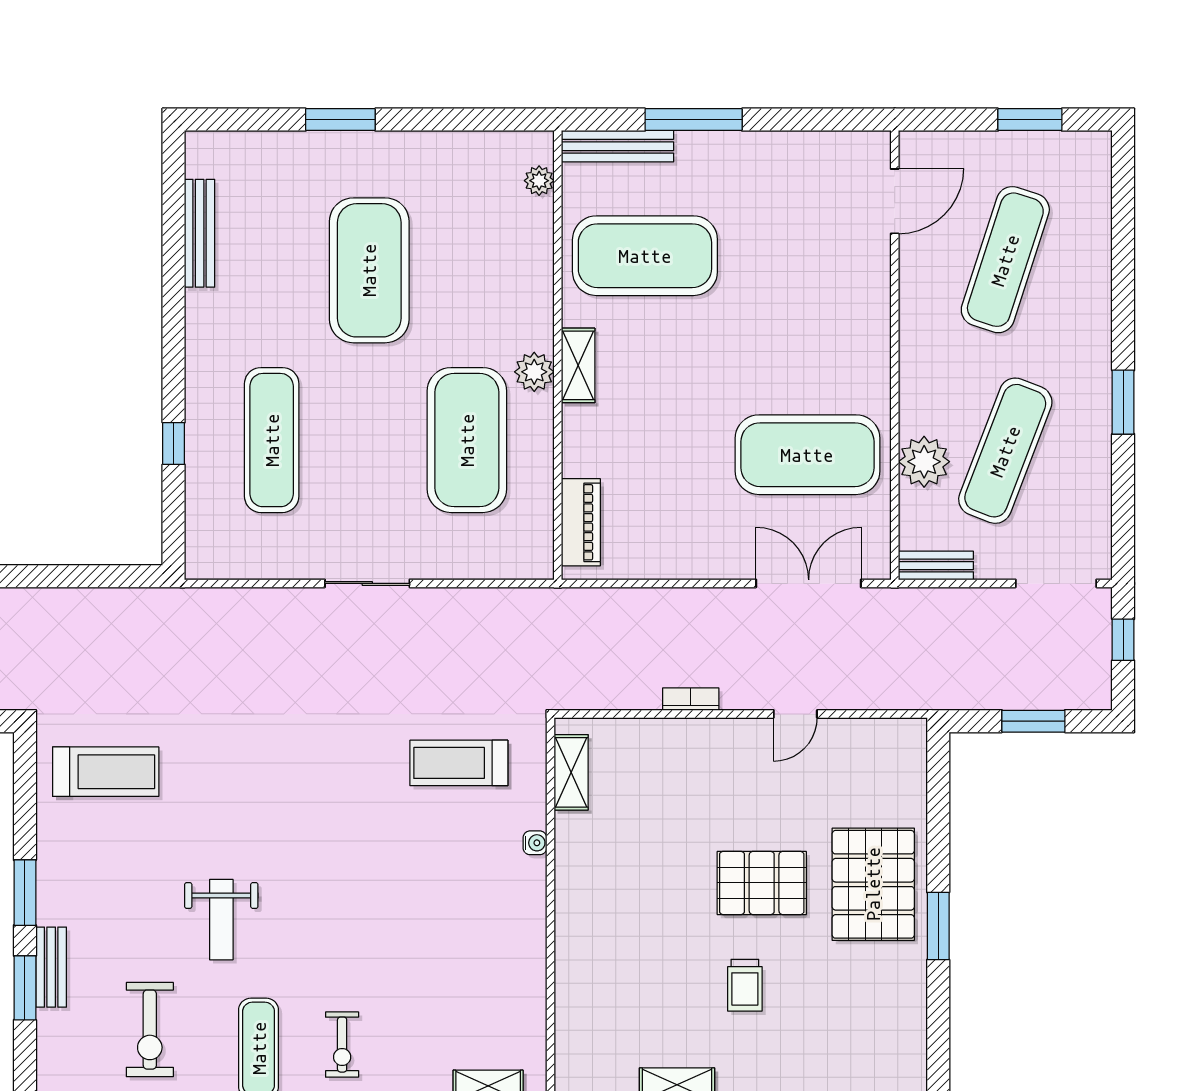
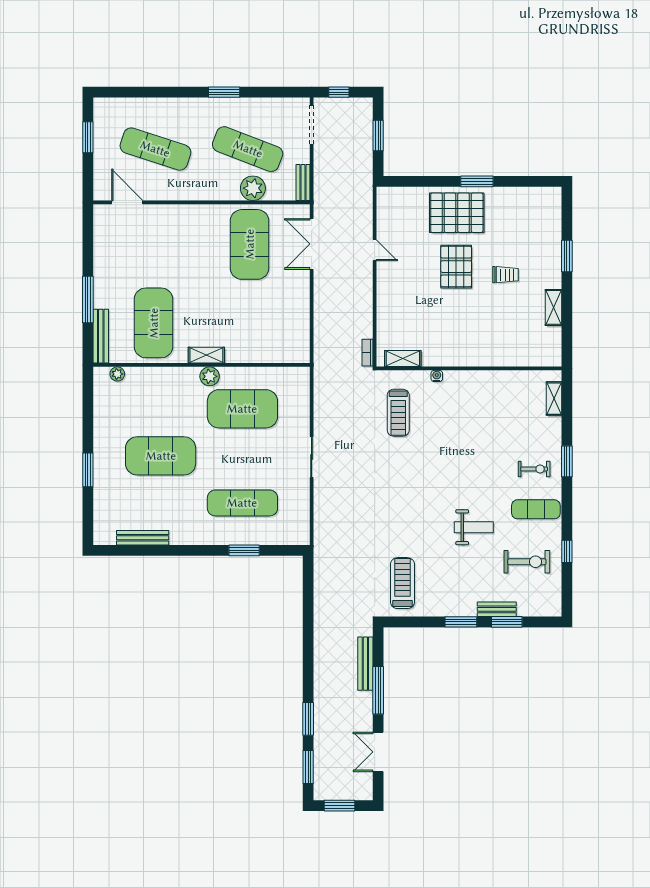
window: (174, 444) -> (244, 550), width x1.50
piano: (581, 522) -> (282, 354), removed
bookcase: (691, 699) -> (367, 353), moved

